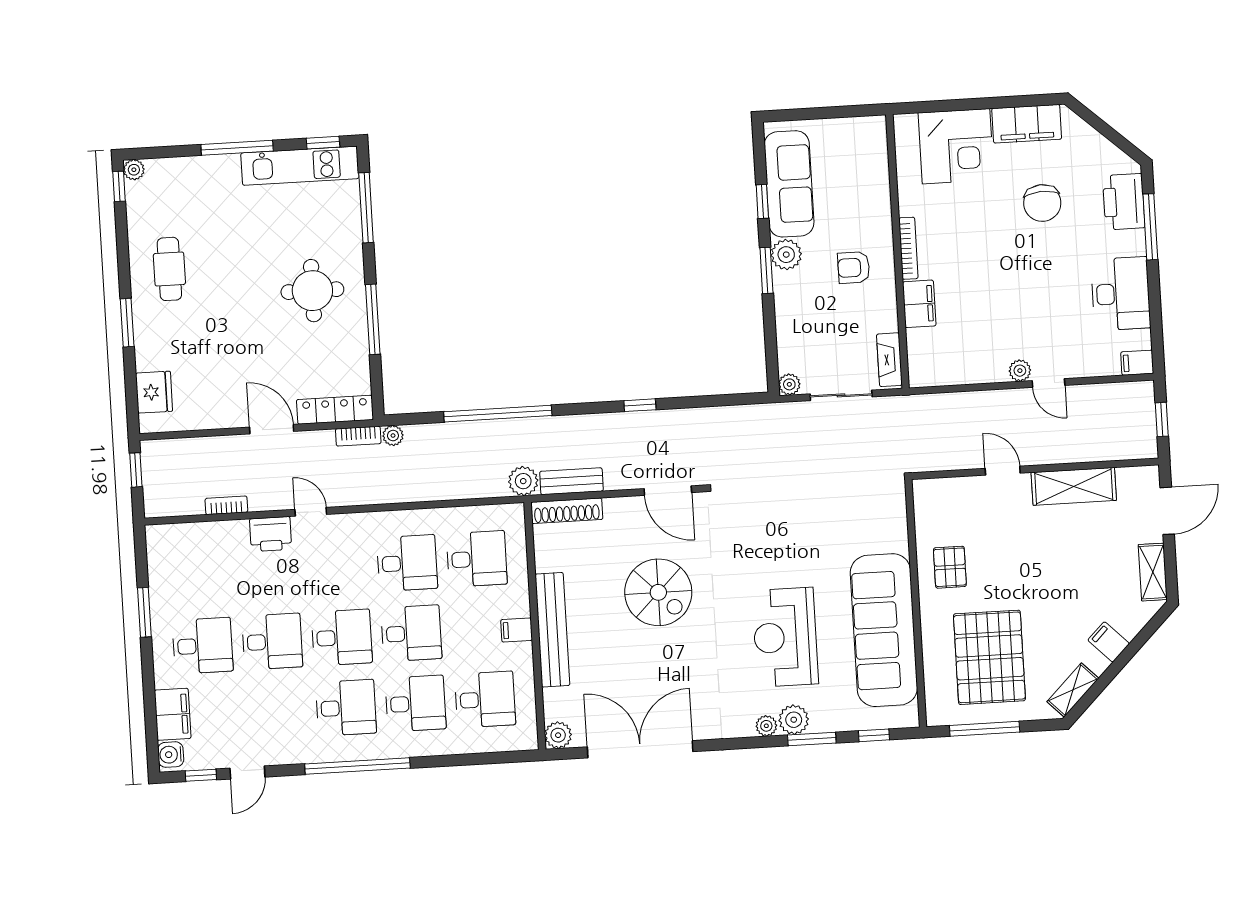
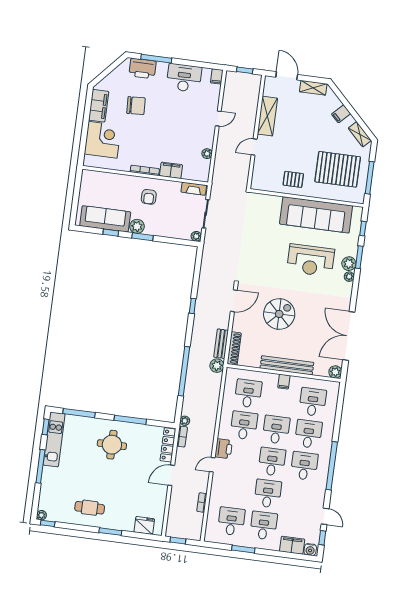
plant: (1020, 371) -> (207, 154), moved
printer: (271, 534) -> (224, 449), moved
desk: (198, 575) -> (231, 521), added

